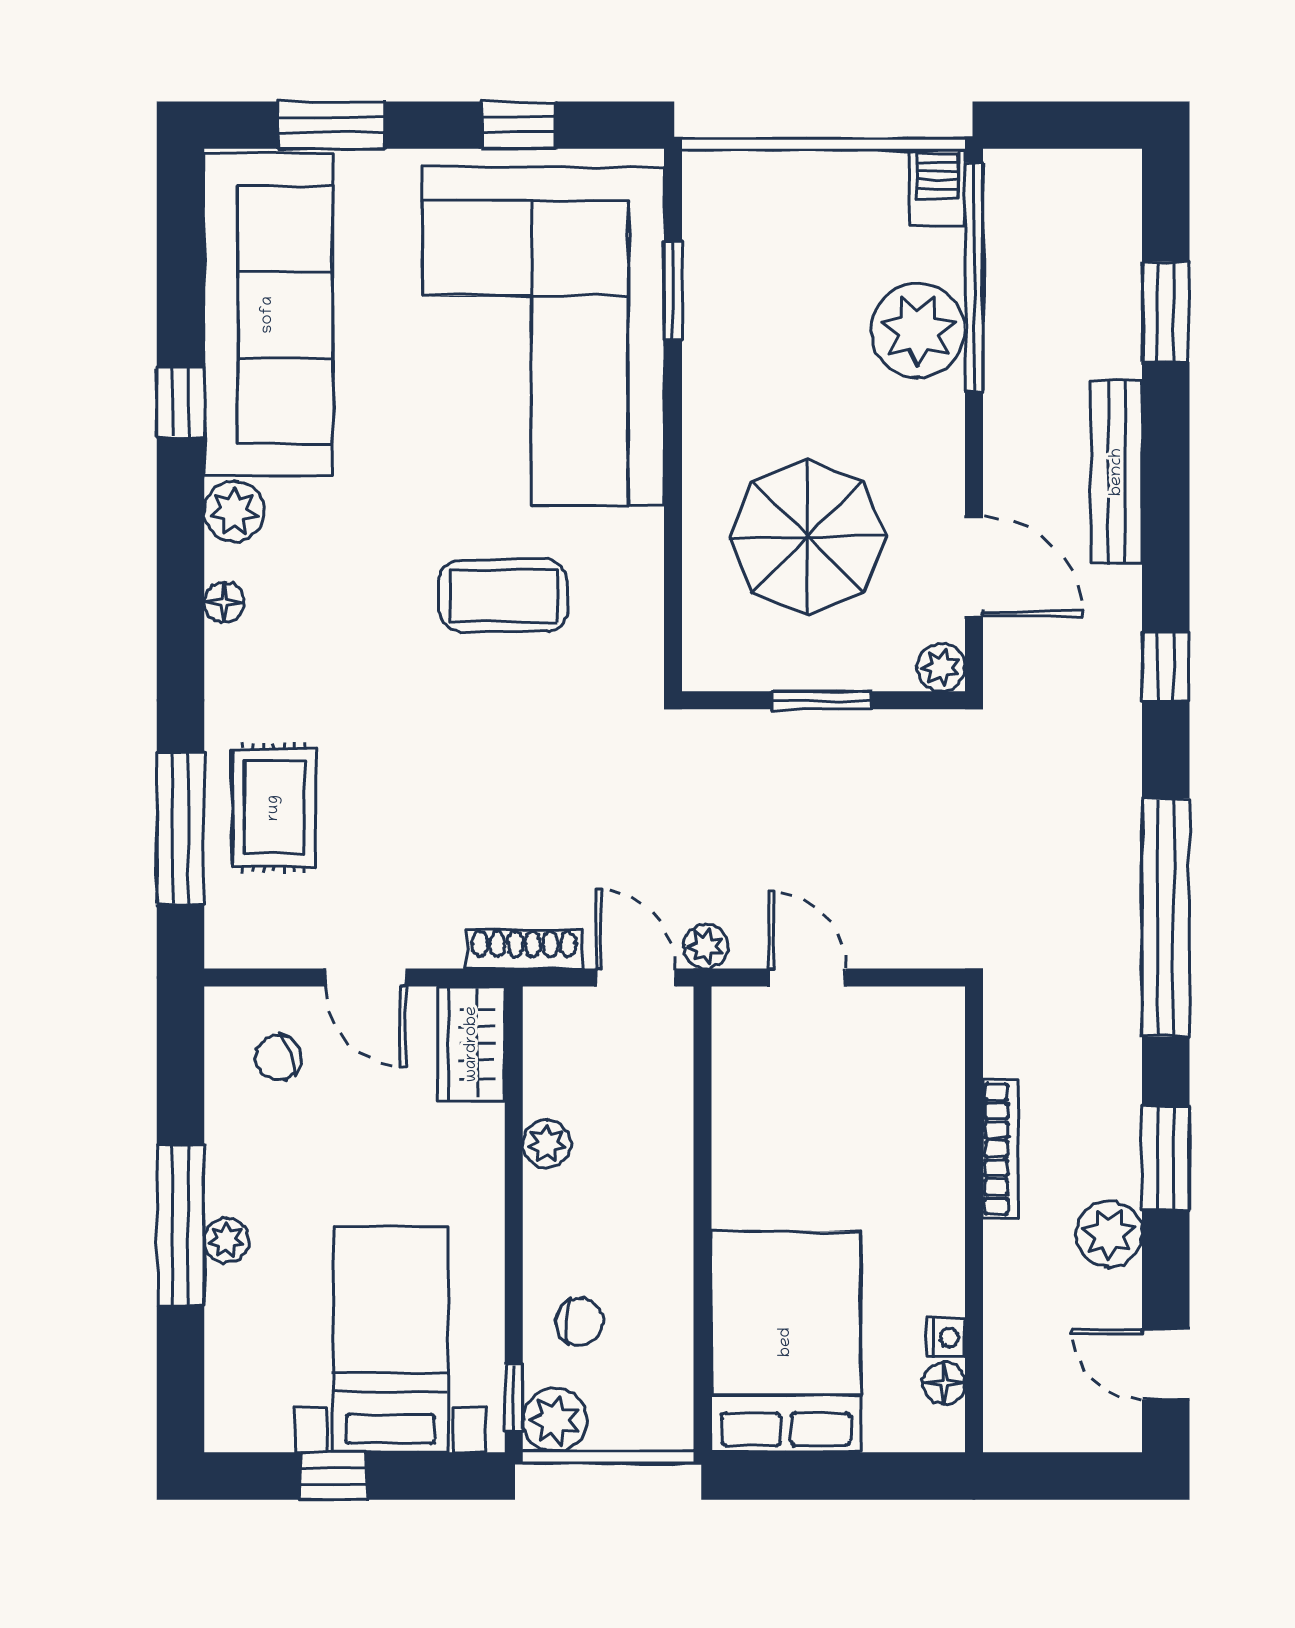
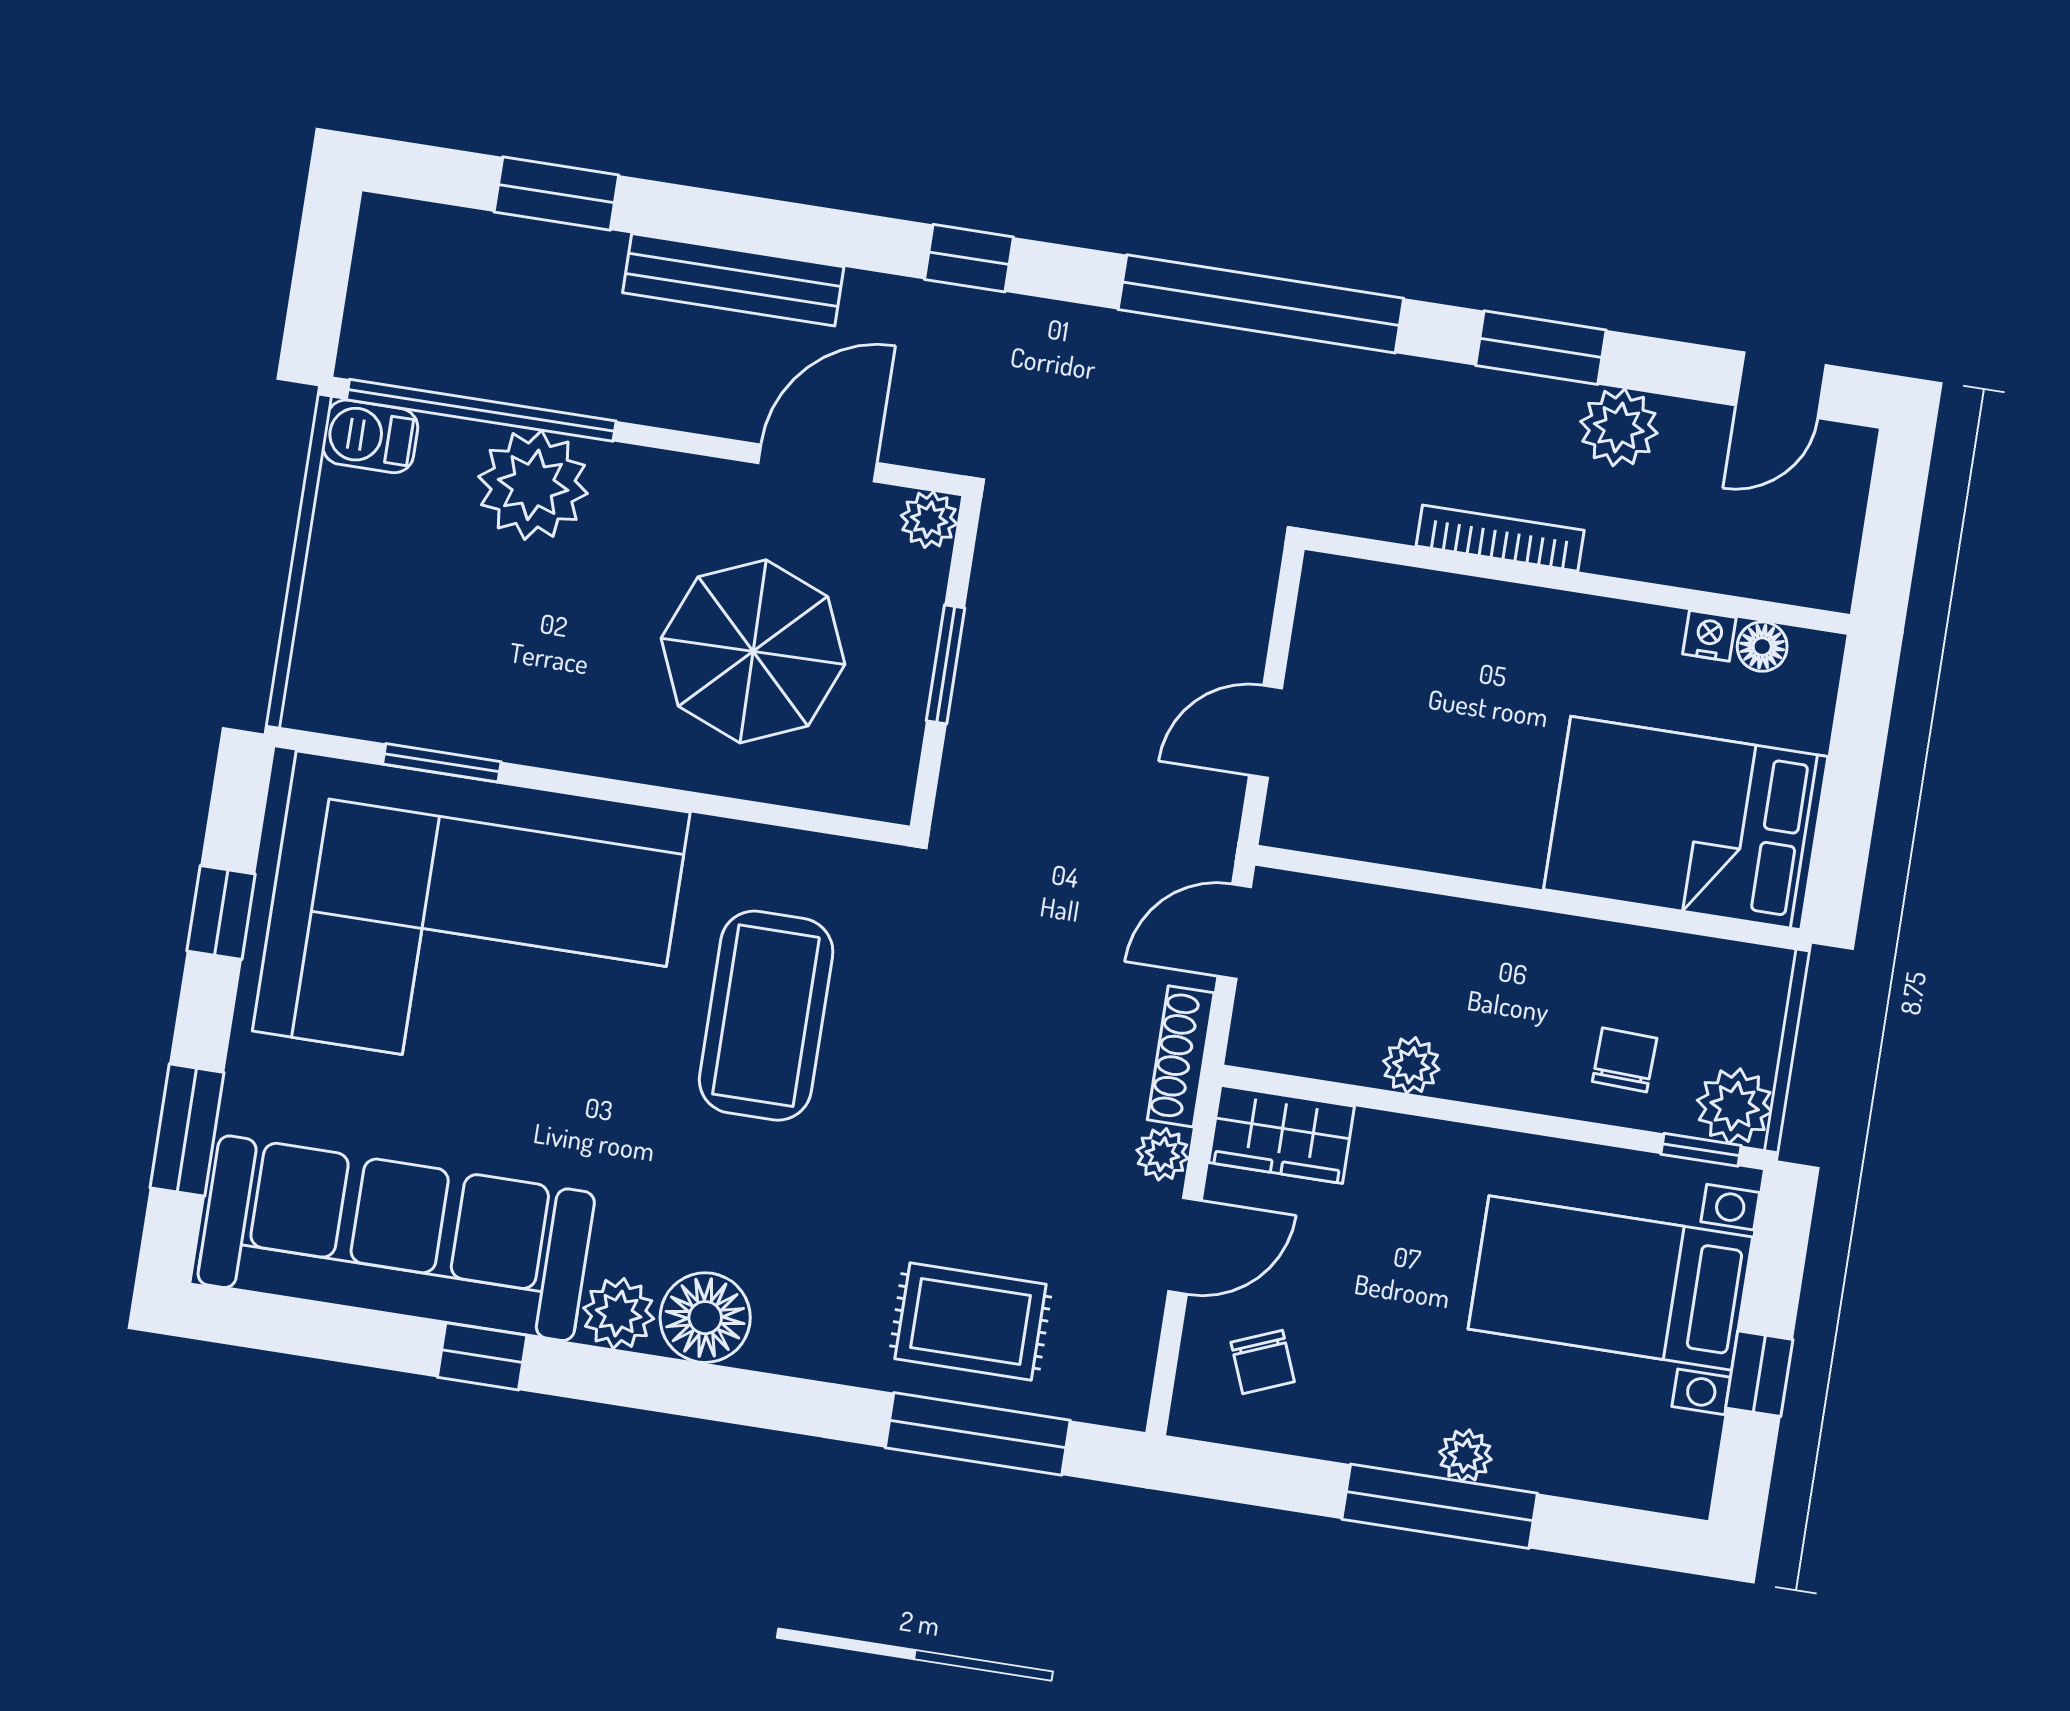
coffee table: (504, 596) -> (766, 1016), width x1.36, depth x1.32
floor lamp: (224, 602) -> (705, 1318), width x1.89, depth x1.89
plant: (706, 947) -> (1162, 1154), moved

